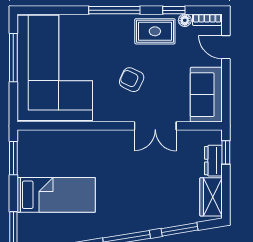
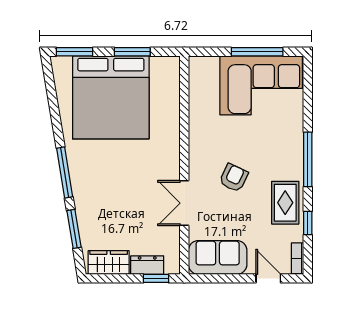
floor lamp: (185, 20) -> (297, 235), removed
door: (226, 47) -> (268, 278), hinge flipped
corner sofa: (55, 68) -> (261, 85), width x0.73, depth x0.74
window: (13, 158) -> (132, 52), moved
bed: (56, 195) -> (111, 97), width x2.04

